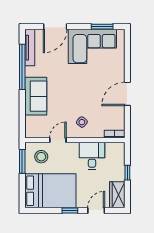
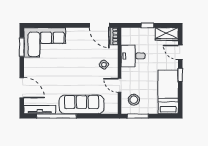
corner sofa: (92, 46) -> (45, 42), moved, turned 90
door: (127, 94) -> (99, 25), moved
sofa: (36, 96) -> (82, 104), width x1.36
bed: (50, 191) -> (168, 92), width x0.67

